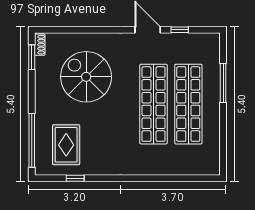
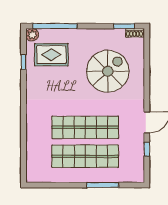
plant: (42, 168) -> (32, 35), added

